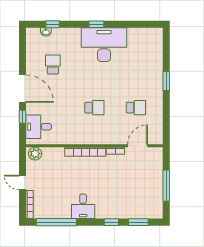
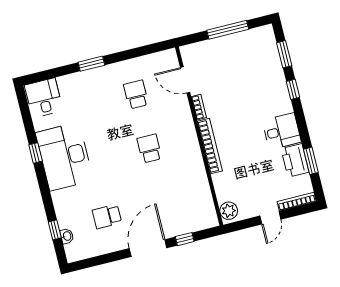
window: (96, 24) -> (36, 153), moved
desk: (39, 127) -> (44, 98), moved, turned 180
printer: (60, 211) -> (295, 160), added
window: (56, 222) -> (311, 161), width x0.47

